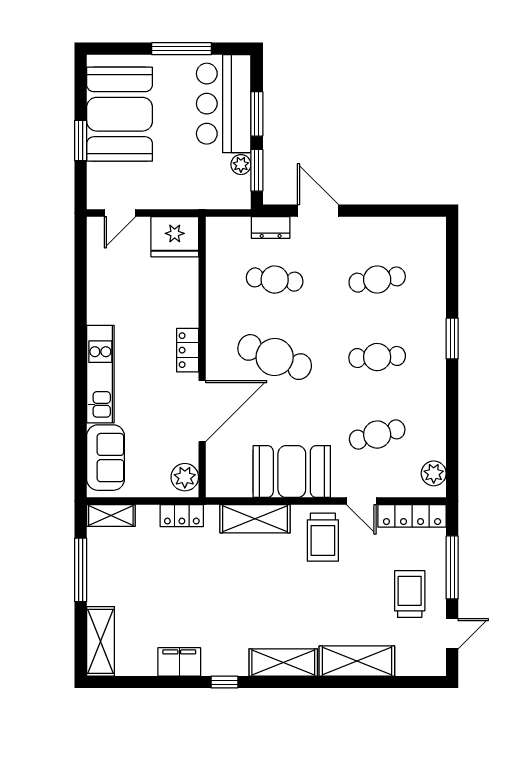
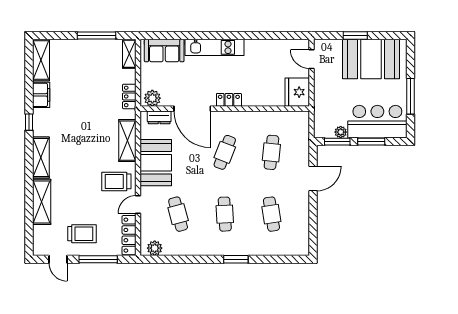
dresser: (271, 227) -> (159, 117), moved, turned -90
cafe table: (275, 357) -> (225, 152), width x0.73, depth x0.74
shelving: (100, 641) -> (41, 60), moved, turned 90

